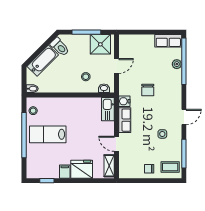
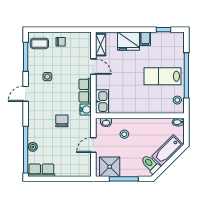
lab bench: (48, 134) -> (163, 76), turned 180

